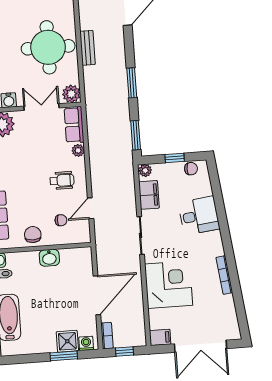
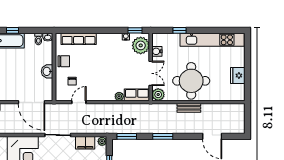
wheelchair: (62, 180) -> (99, 84), removed
door: (91, 208) -> (79, 102), hinge flipped
door: (97, 295) -> (32, 102), moved

